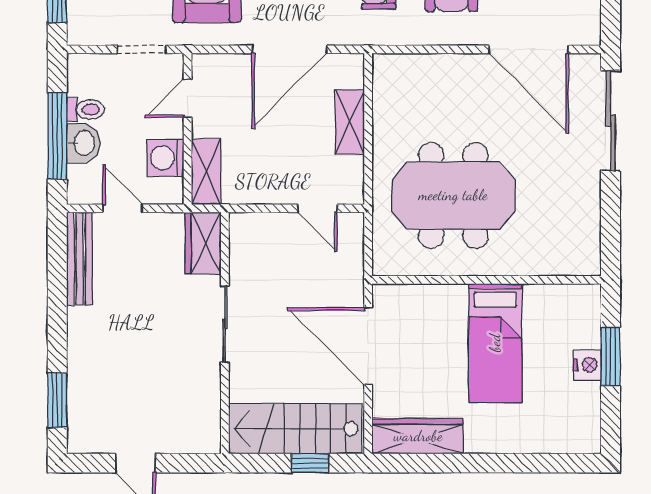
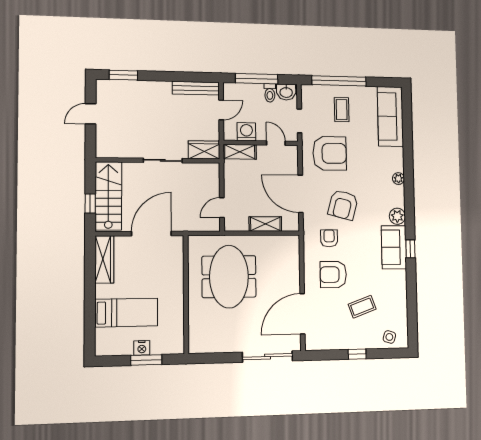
washbasin: (83, 143) -> (286, 92), moved
bed: (495, 343) -> (126, 313), moved, turned 180

